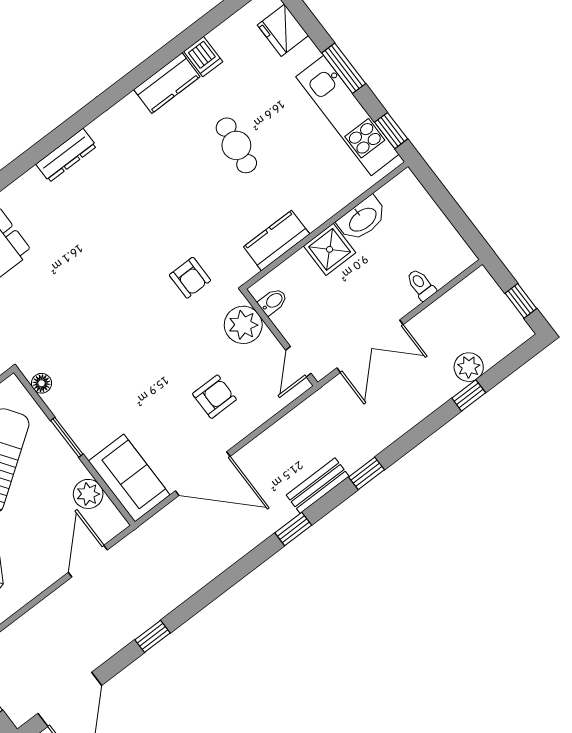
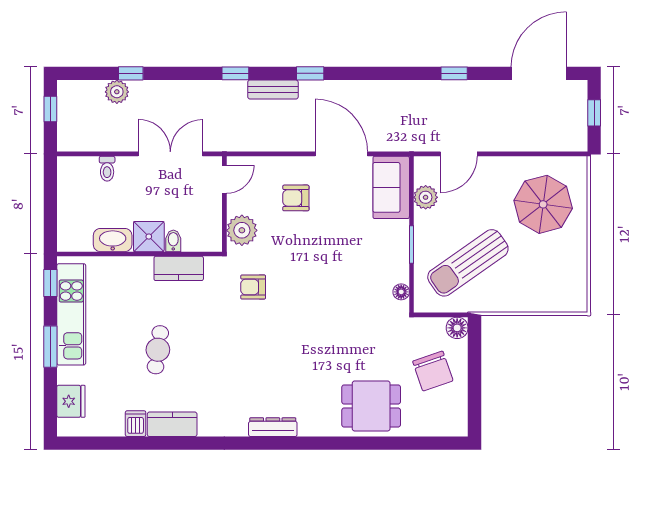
armchair: (190, 278) -> (253, 287), turned -90
bidet: (273, 302) -> (173, 241), moved, turned 90

